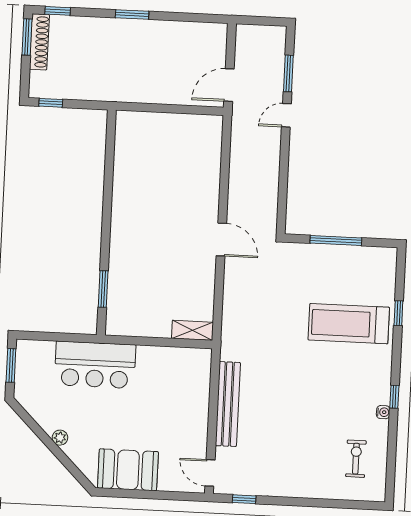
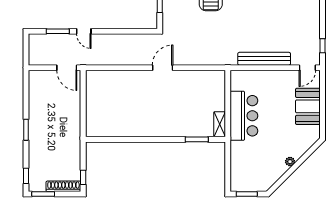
shoe rack: (39, 42) -> (63, 186), moved
shelving: (192, 330) -> (220, 124), moved
bar counter: (95, 365) -> (244, 116), moved
booth: (128, 470) -> (308, 106), moved

